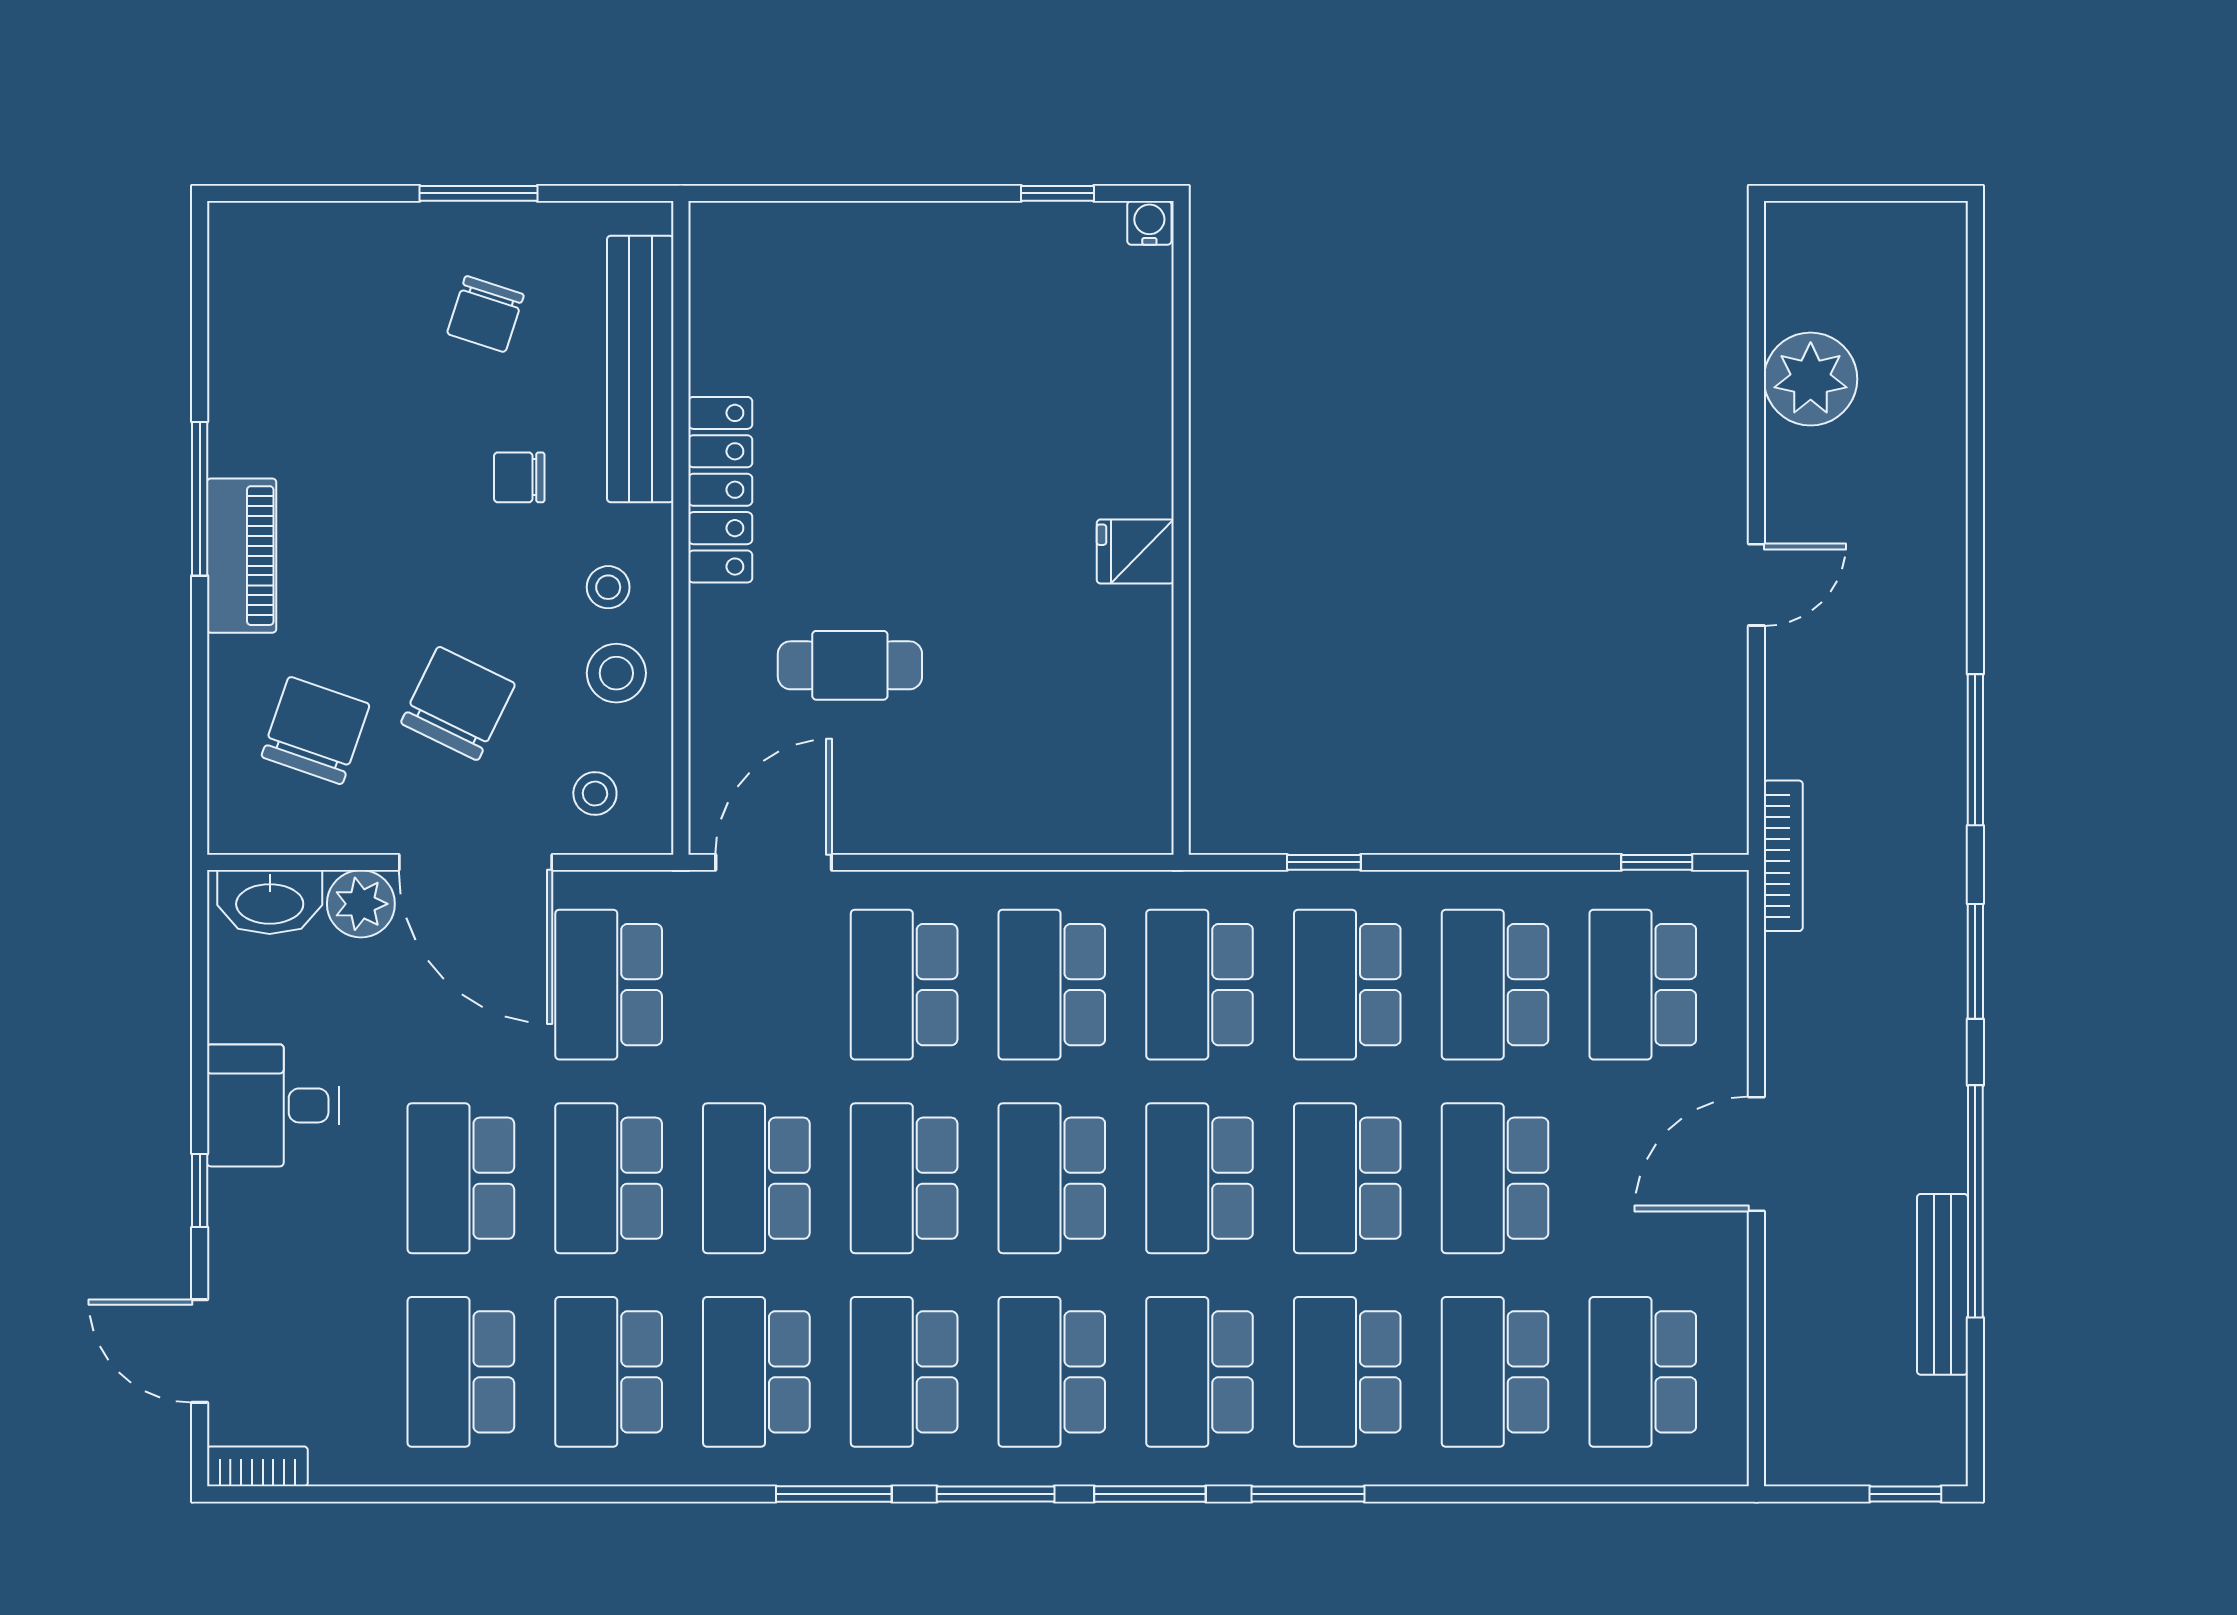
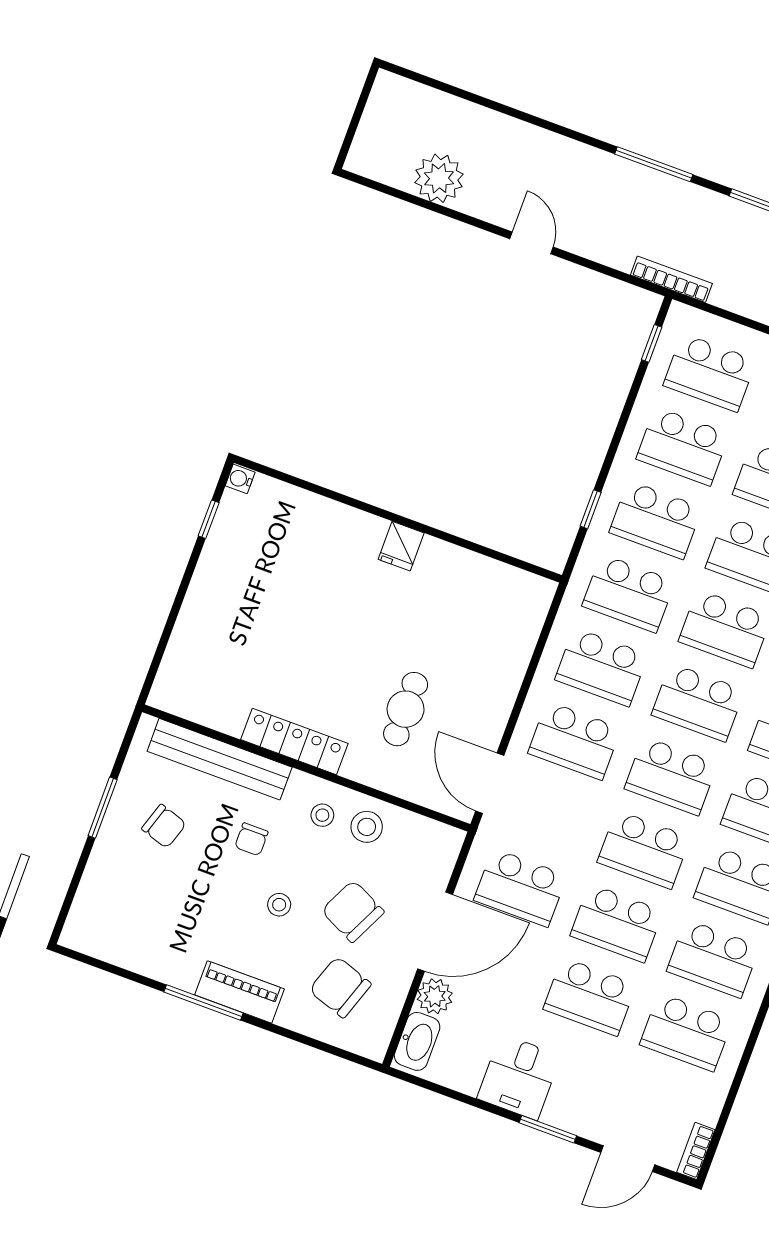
stool: (595, 794) -> (279, 905), moved
window: (200, 1191) -> (548, 1129), width x1.50

